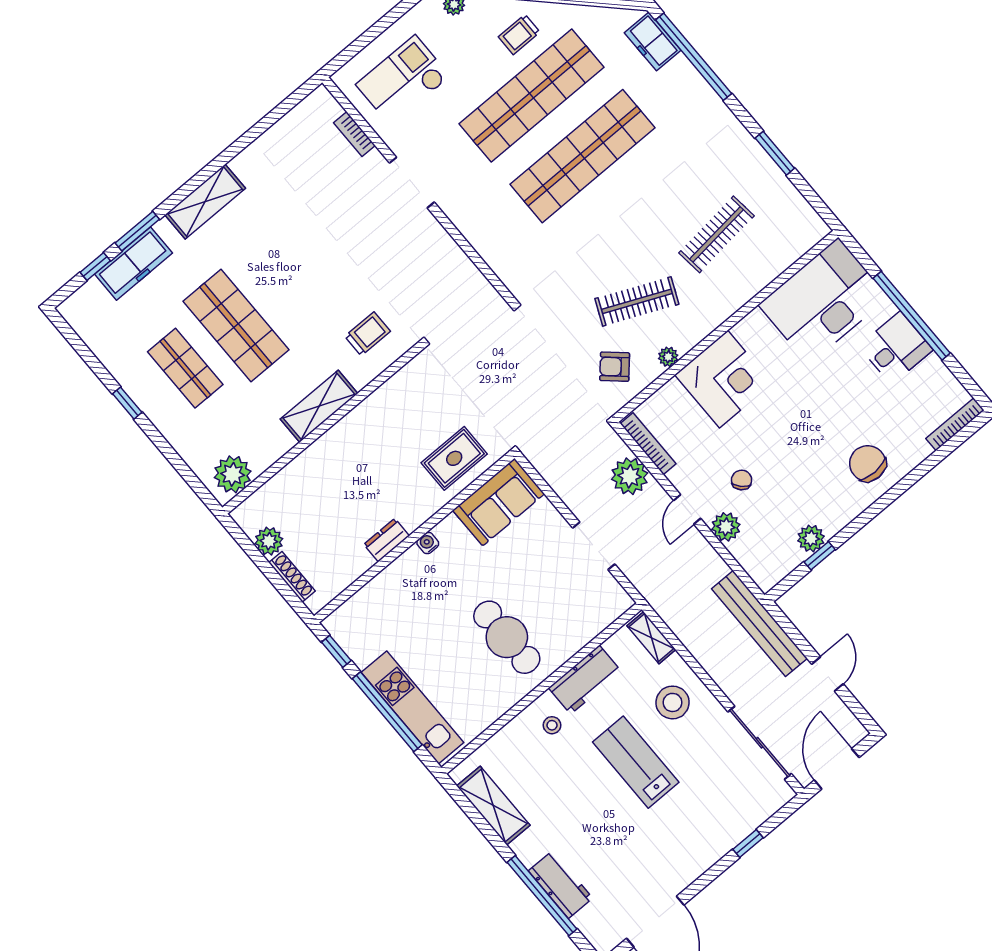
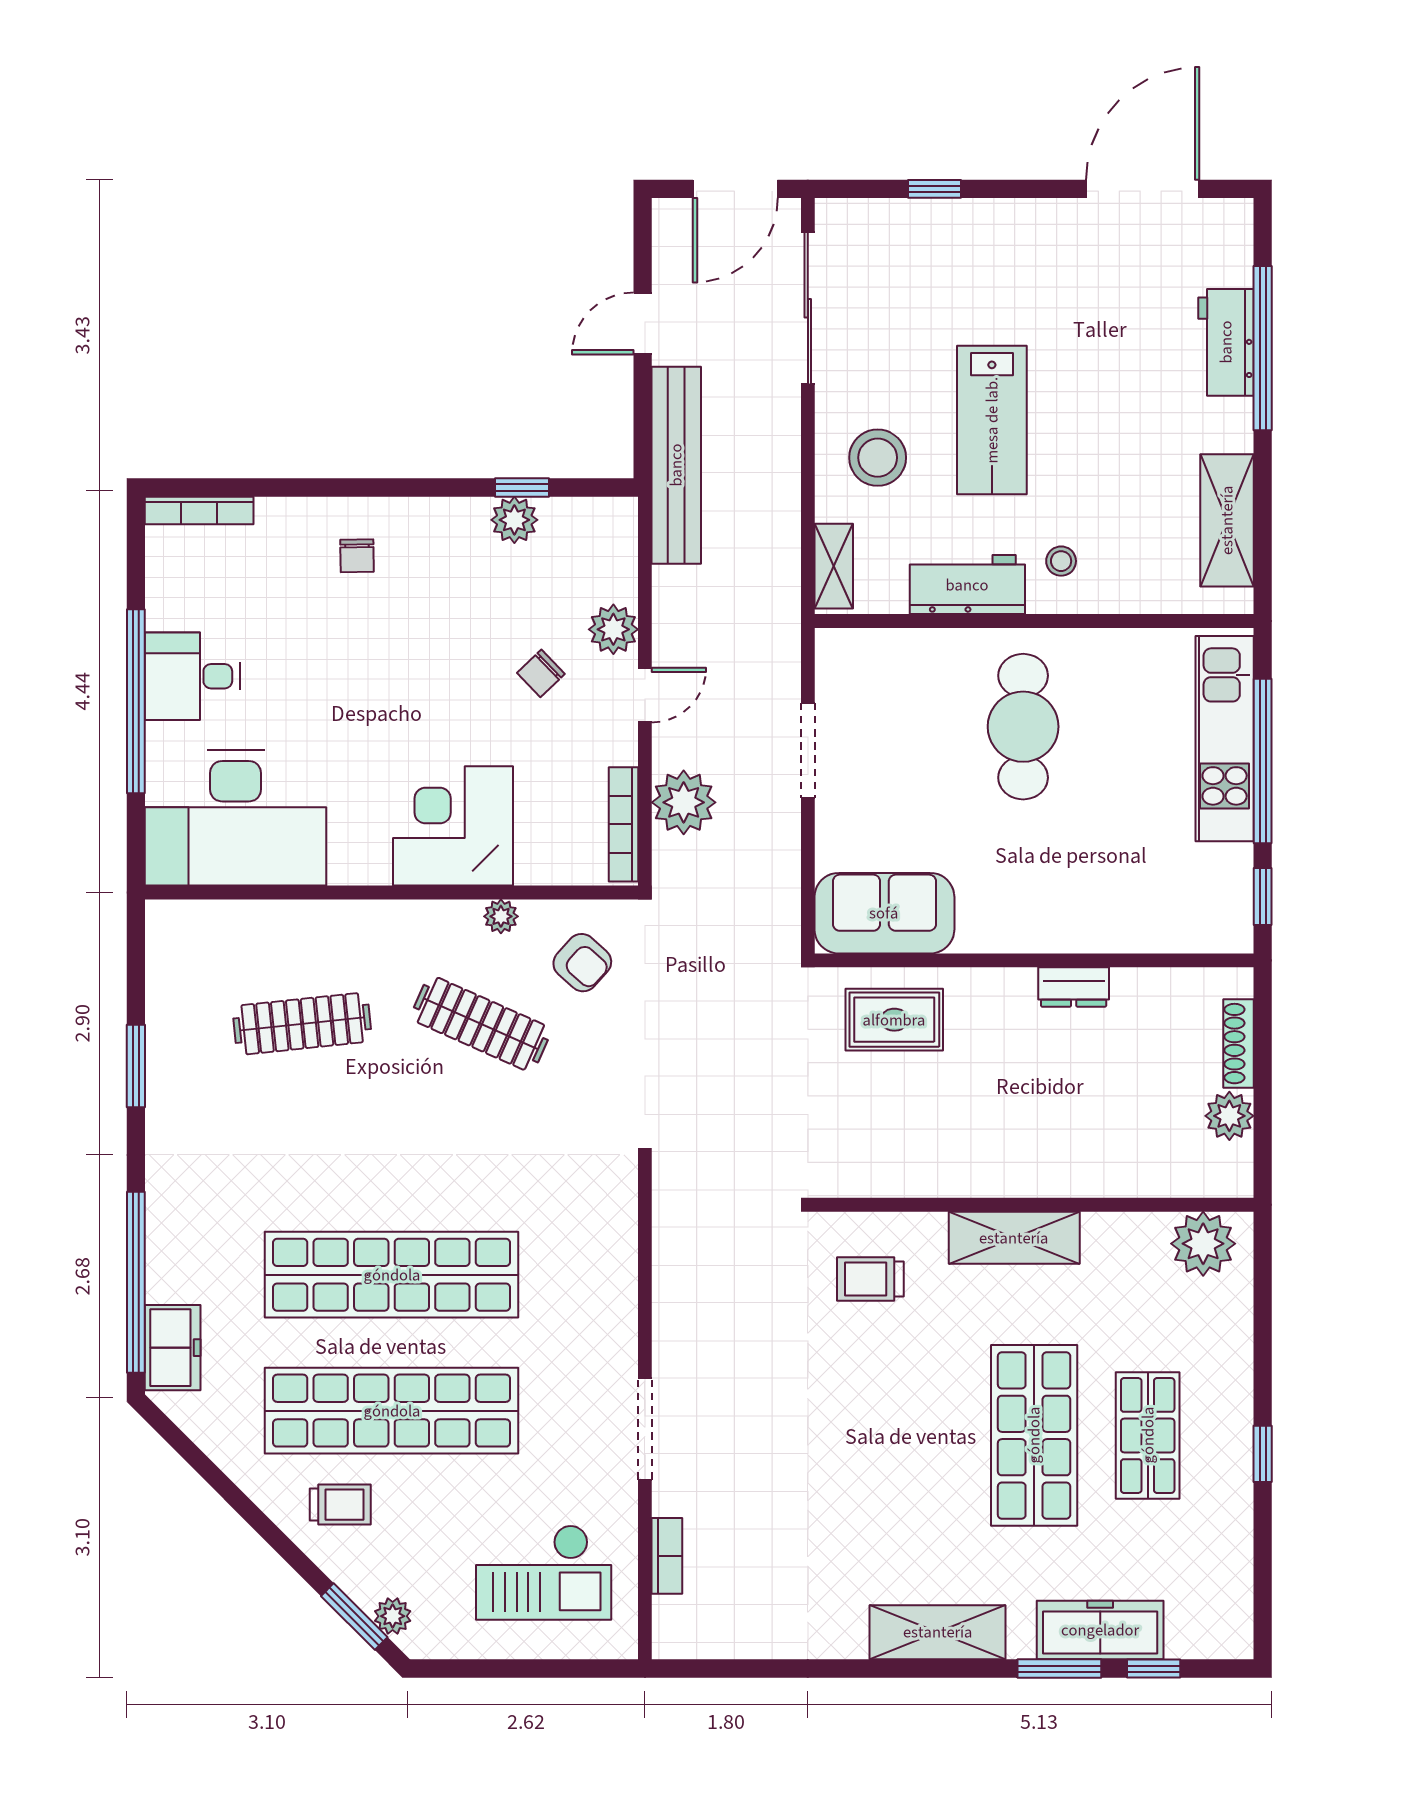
chair: (868, 463) -> (357, 556), width x0.54, depth x0.54
water cooler: (428, 543) -> (1023, 938), removed

